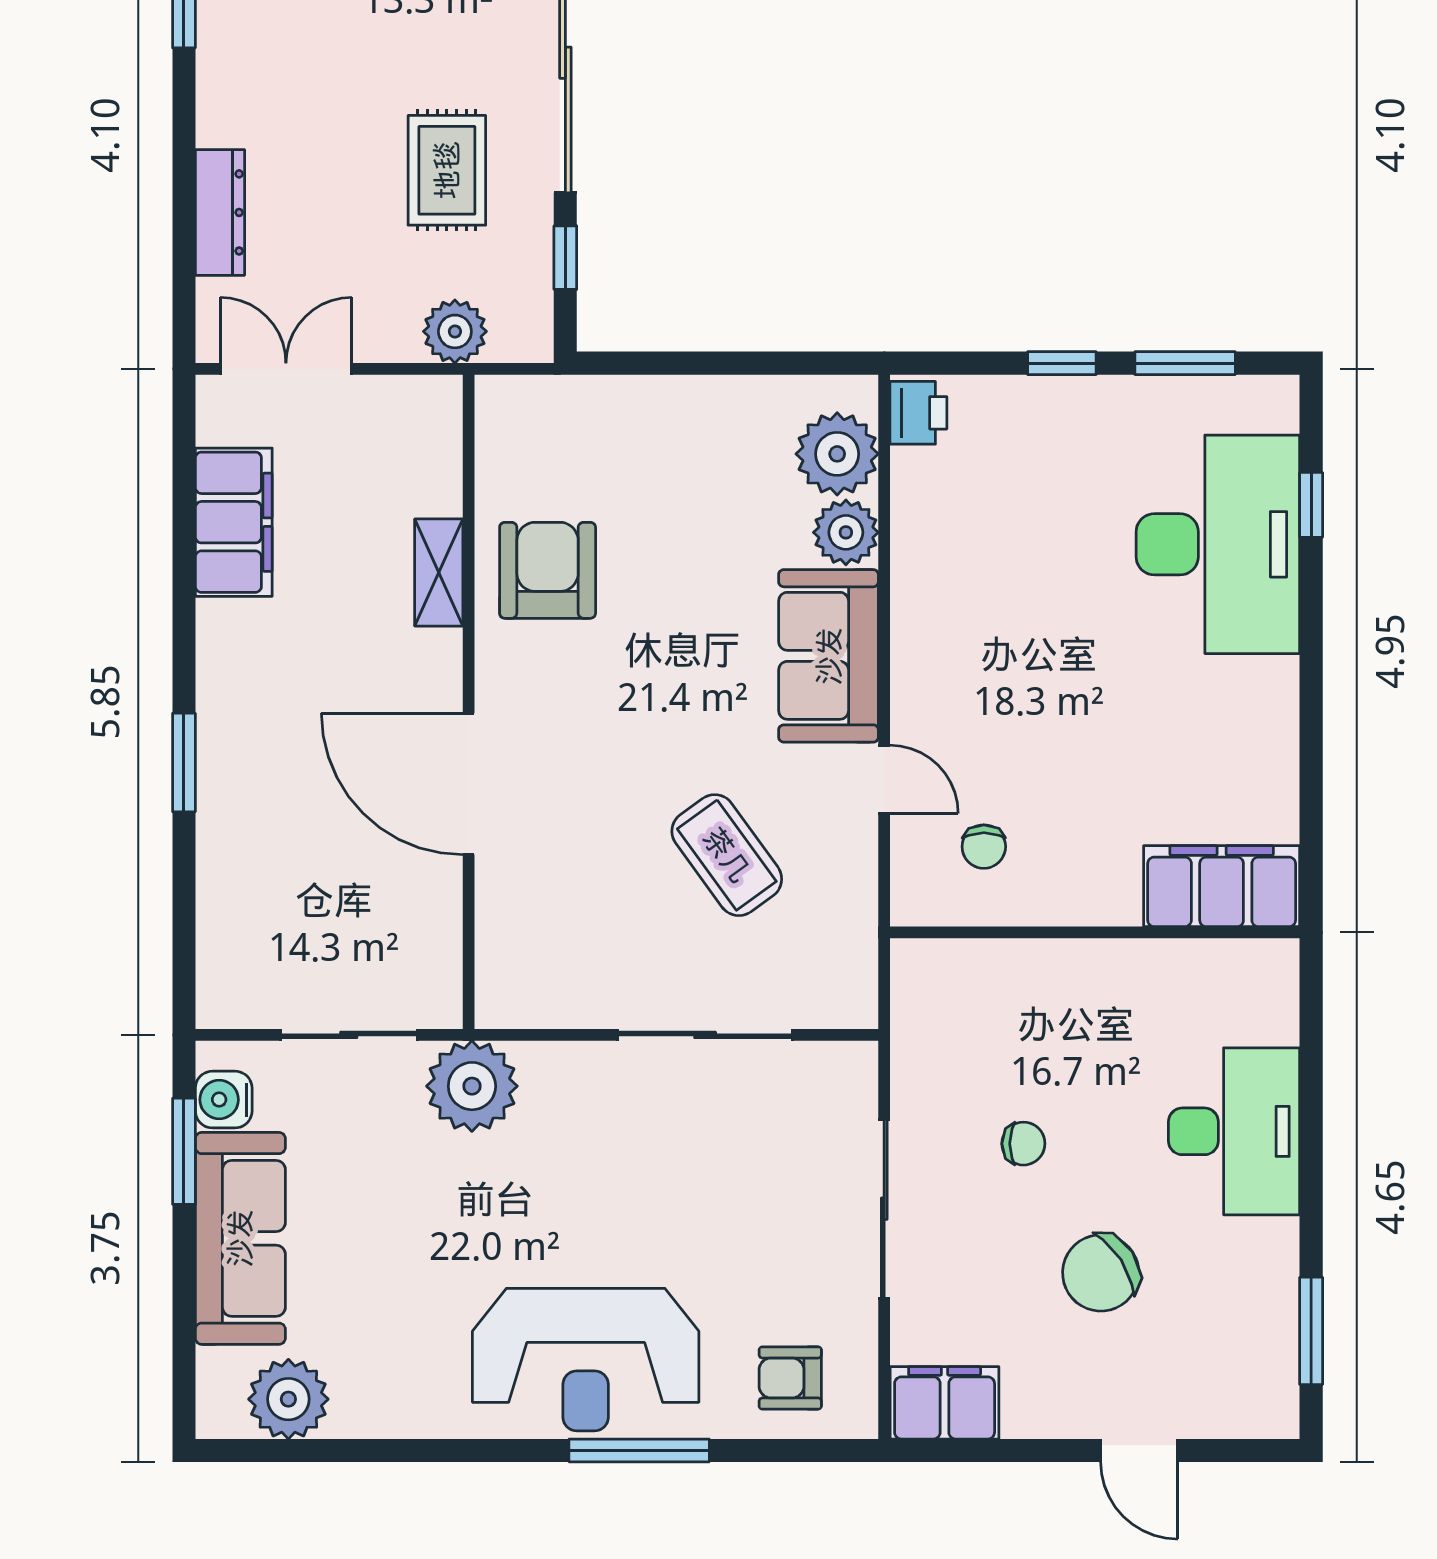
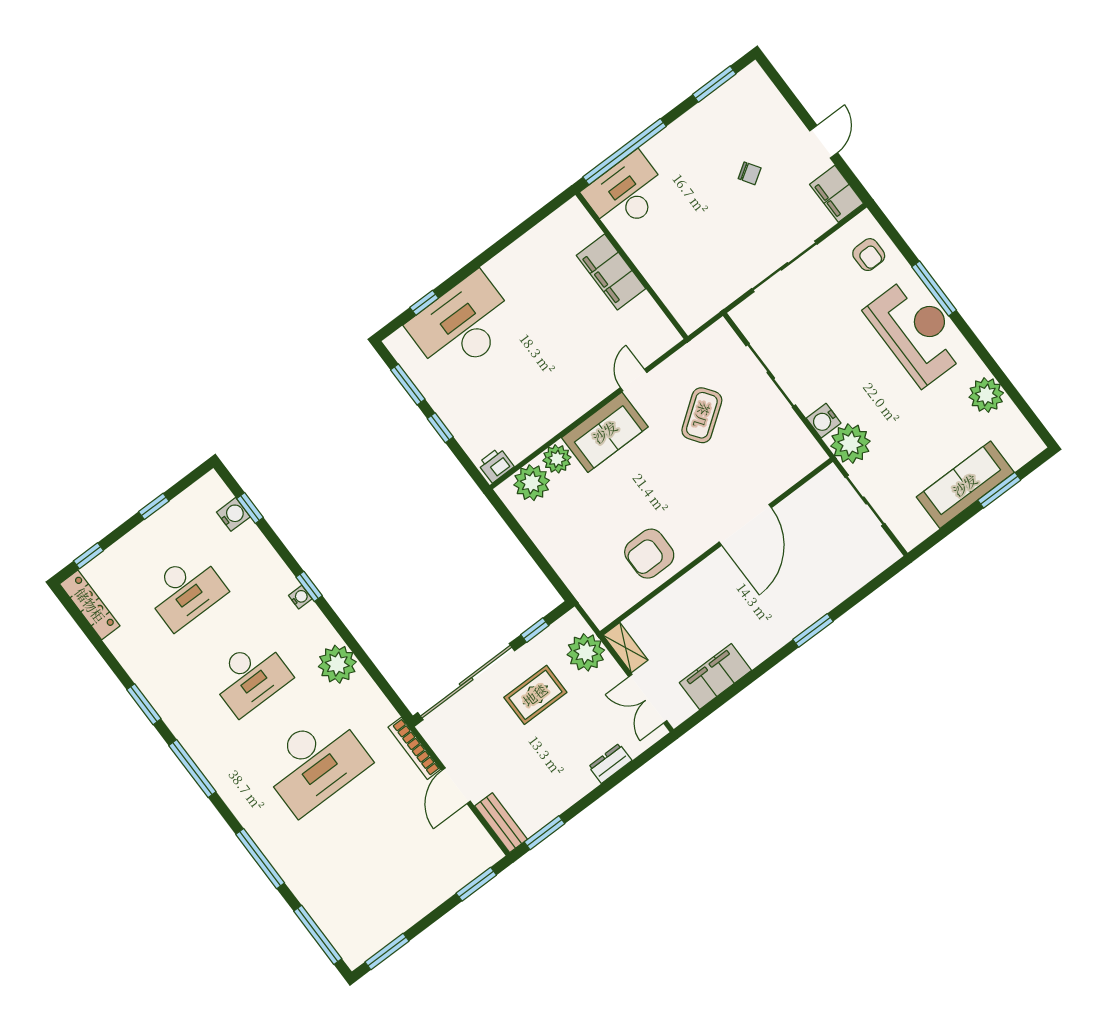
dresser: (220, 212) -> (610, 763), width x0.70
plant: (455, 331) -> (586, 652), width x1.36, depth x1.36
shelving: (439, 572) -> (626, 648), moved, turned 90
chair: (984, 847) -> (631, 327), removed
filing cabinet: (1222, 886) -> (611, 272), moved
window: (1311, 1075) -> (625, 152), added
water cooler: (224, 1100) -> (824, 421), moved, turned 90
desk: (1234, 1131) -> (626, 193), moved
chair: (1023, 1144) -> (725, 235), removed
window: (184, 1151) -> (999, 490), moved
chair: (1101, 1273) -> (750, 173), width x0.54, depth x0.54
plant: (288, 1399) -> (986, 395), moved
door: (1139, 1450) -> (824, 142), moved

